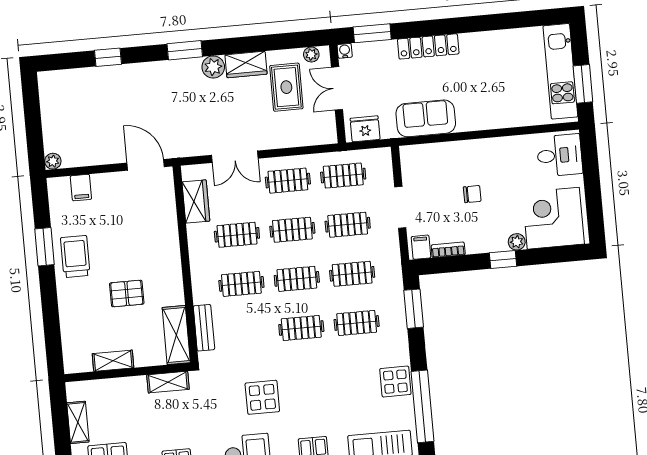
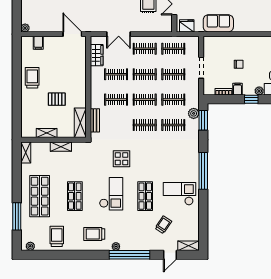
window: (44, 247) -> (17, 71), removed
filing cabinet: (421, 247) -> (237, 89), moved
plant: (394, 297) -> (194, 113), added
shelving: (168, 382) -> (61, 147), moved
display table: (395, 382) -> (190, 157), removed
shelving: (78, 422) -> (26, 152), moved

